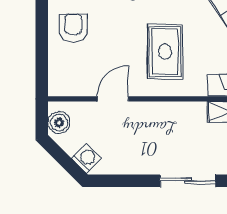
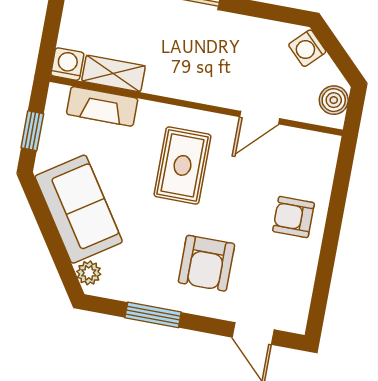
armchair: (73, 28) -> (293, 217), turned 90

